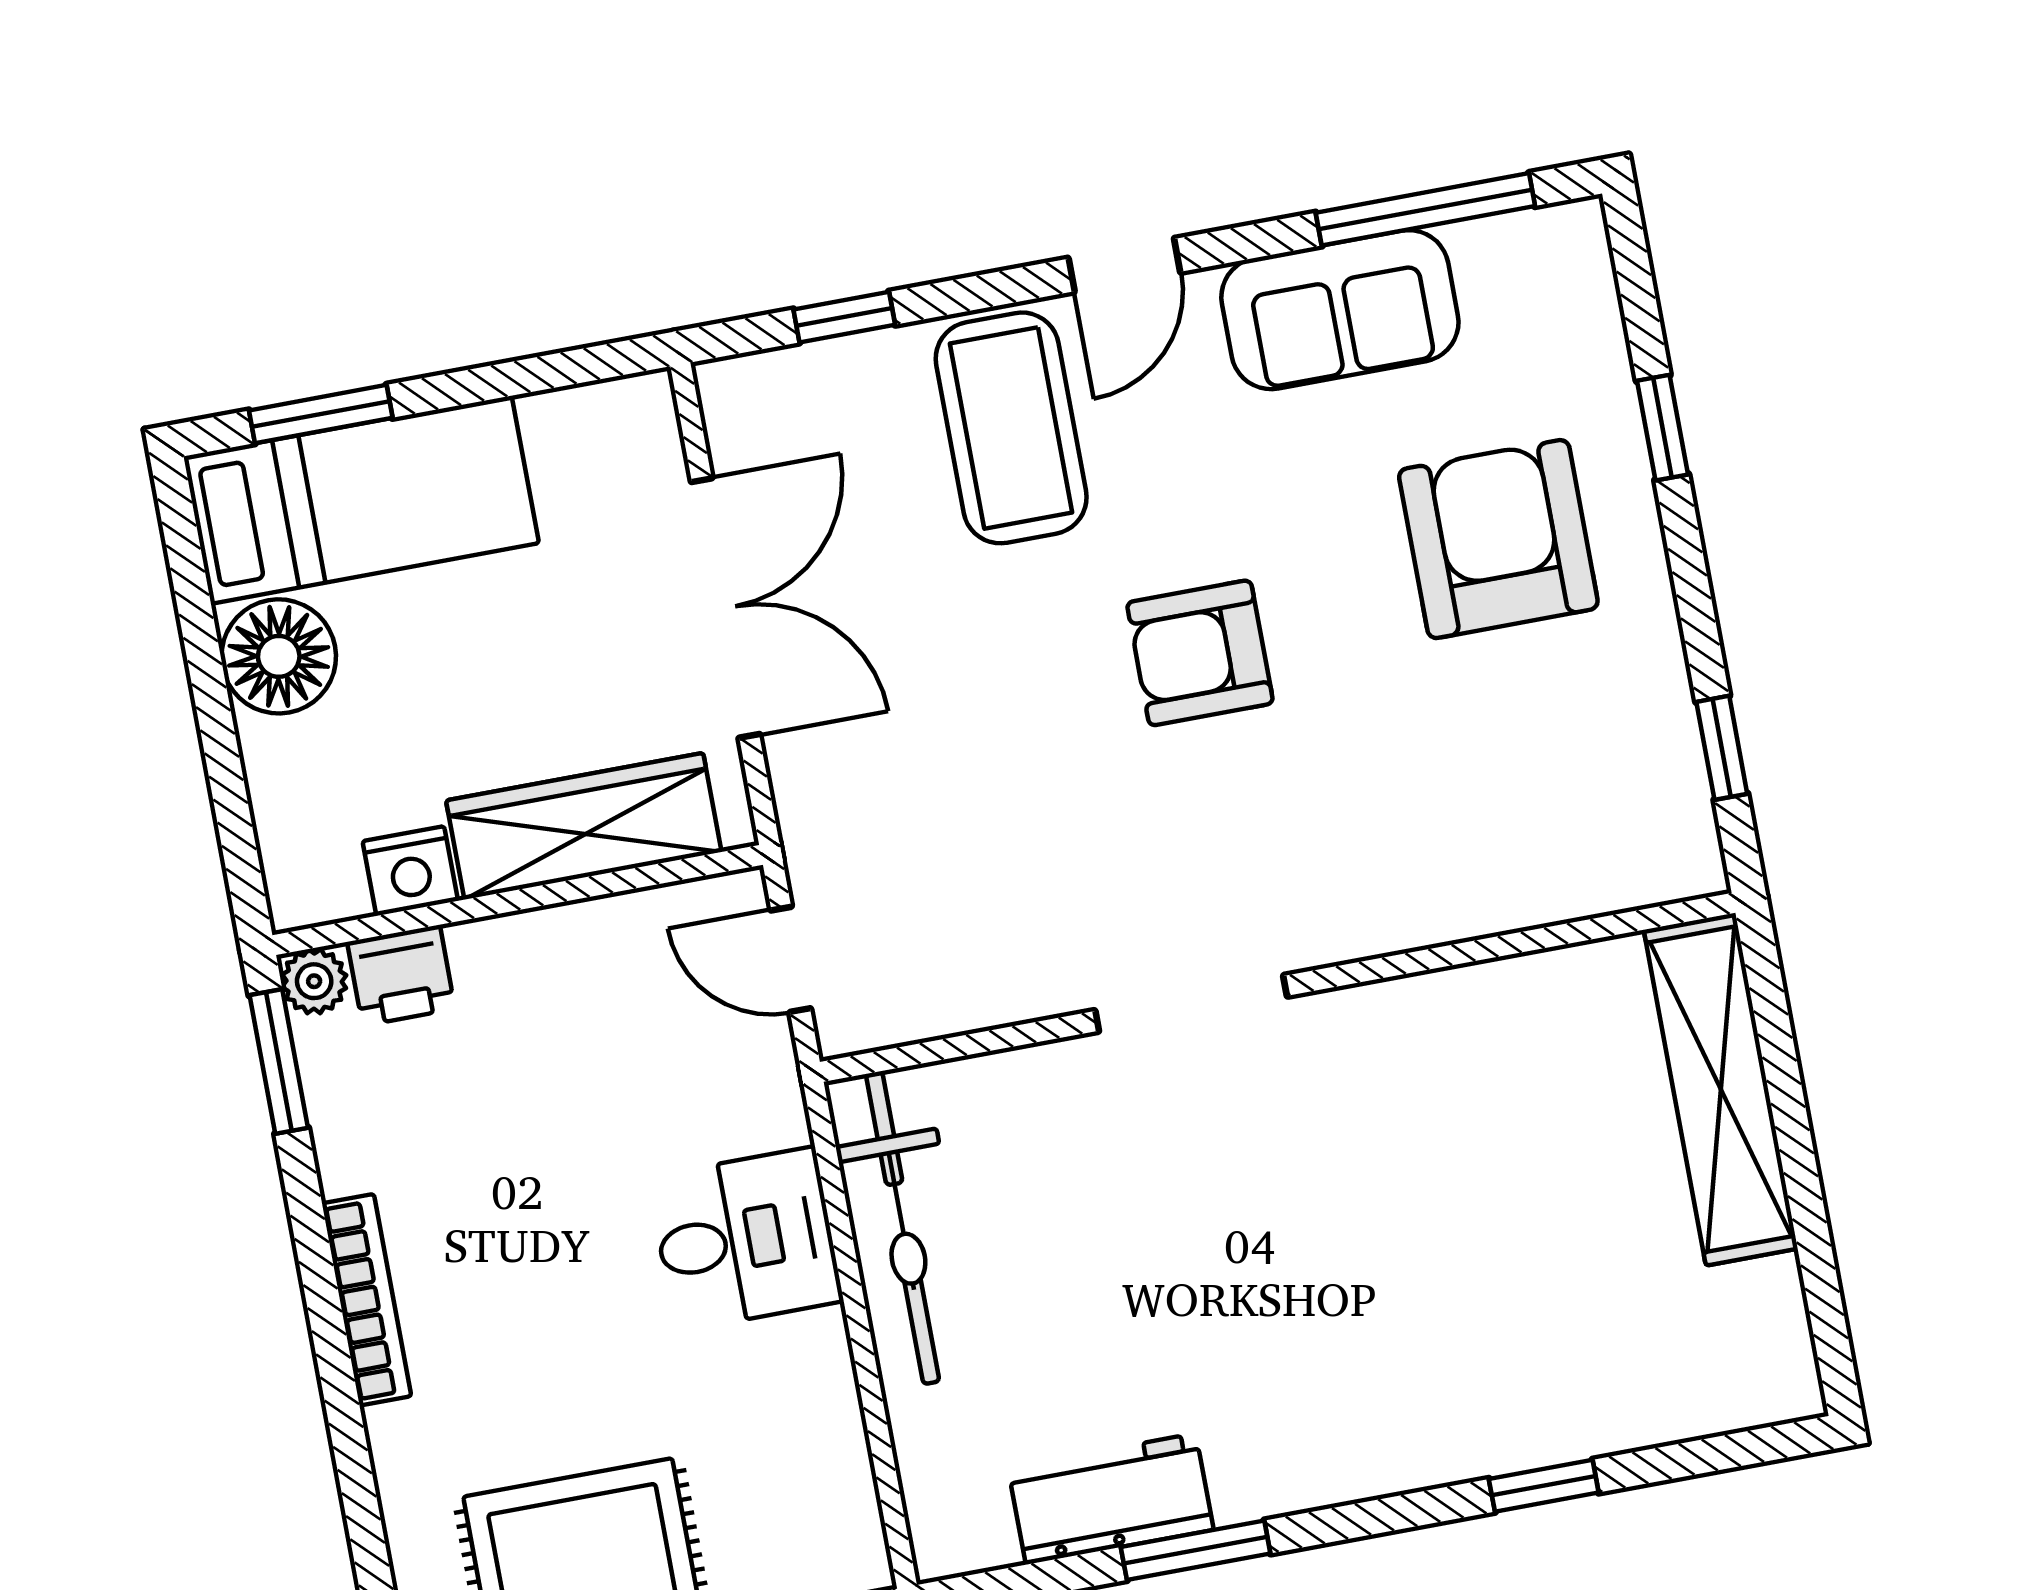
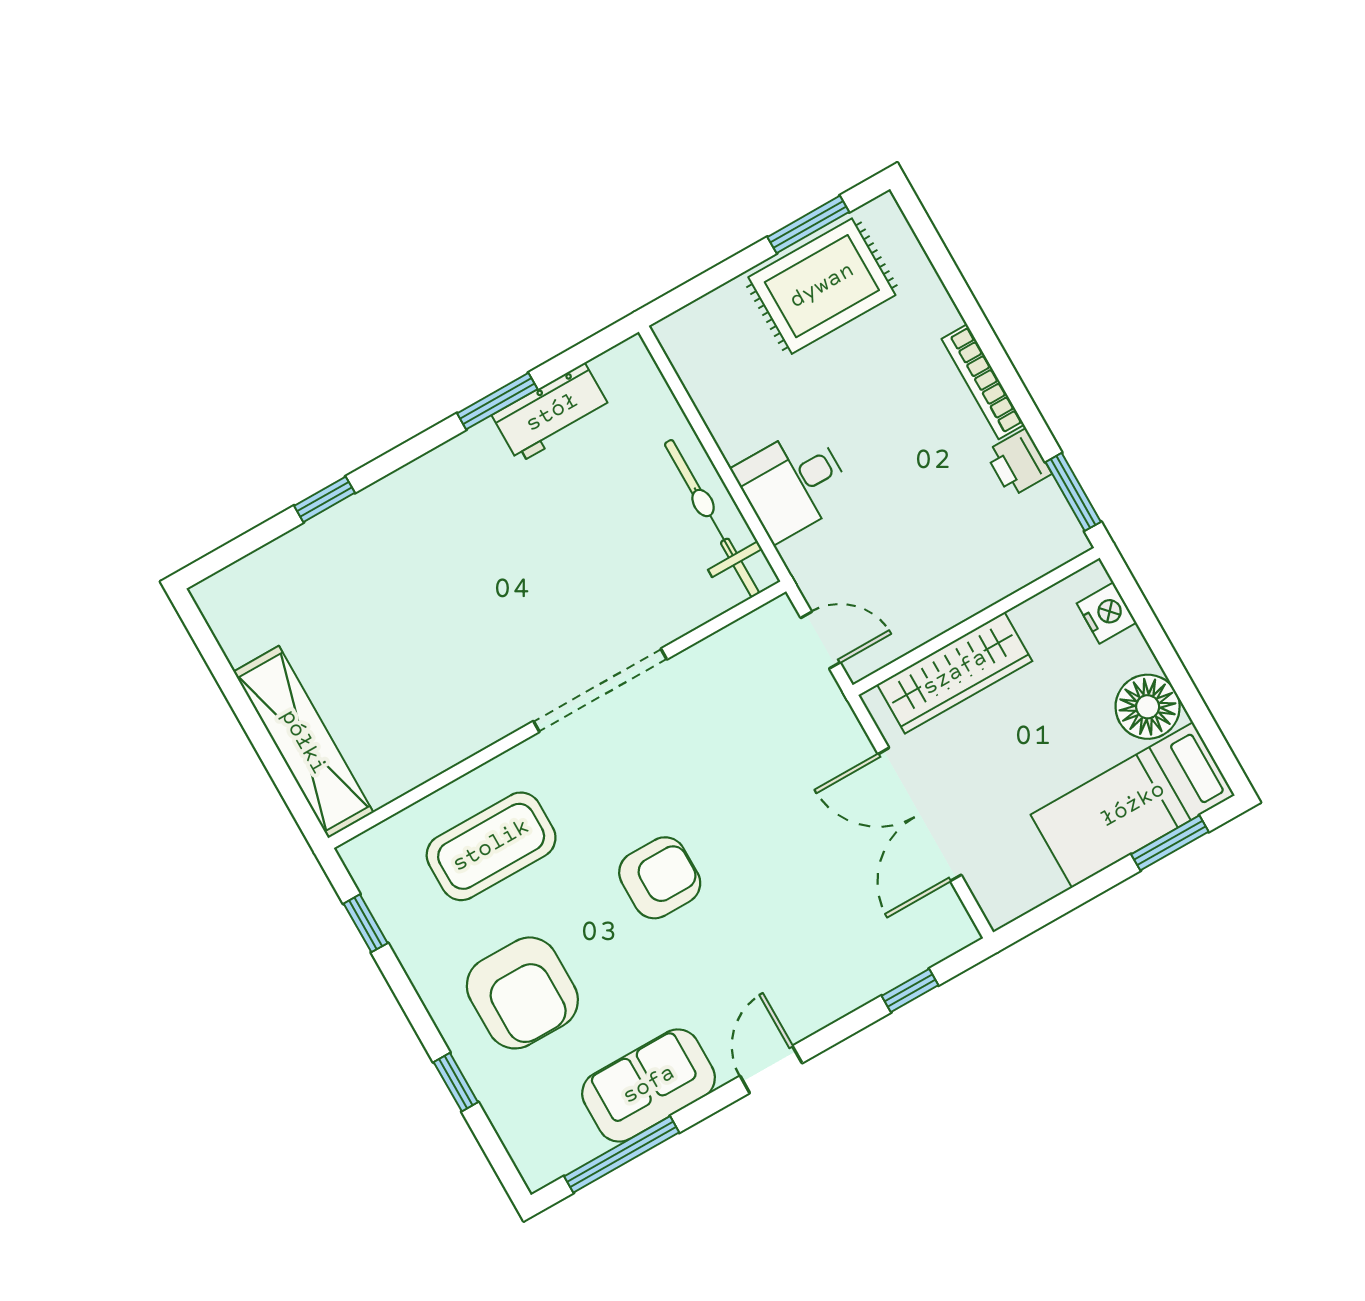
coffee table: (1011, 428) -> (491, 846), moved, turned 90
nightstand: (410, 871) -> (1107, 613), moved, turned 90
printer: (401, 975) -> (1018, 463), moved, turned -90
plant: (314, 981) -> (1069, 541), removed
doorway: (1191, 1003) -> (600, 690), width x1.36

